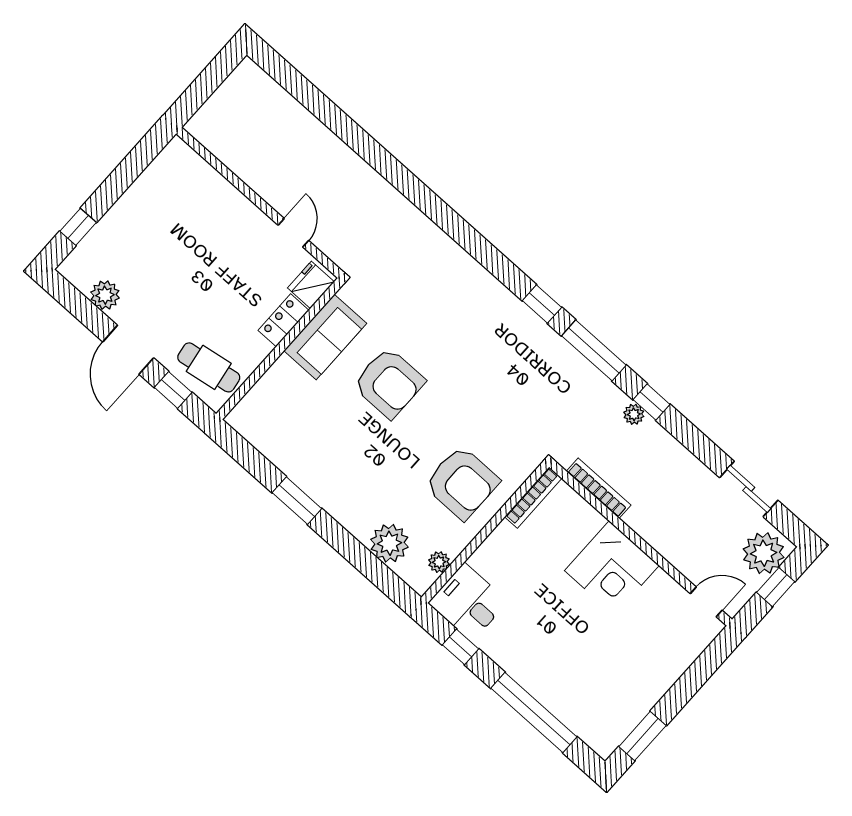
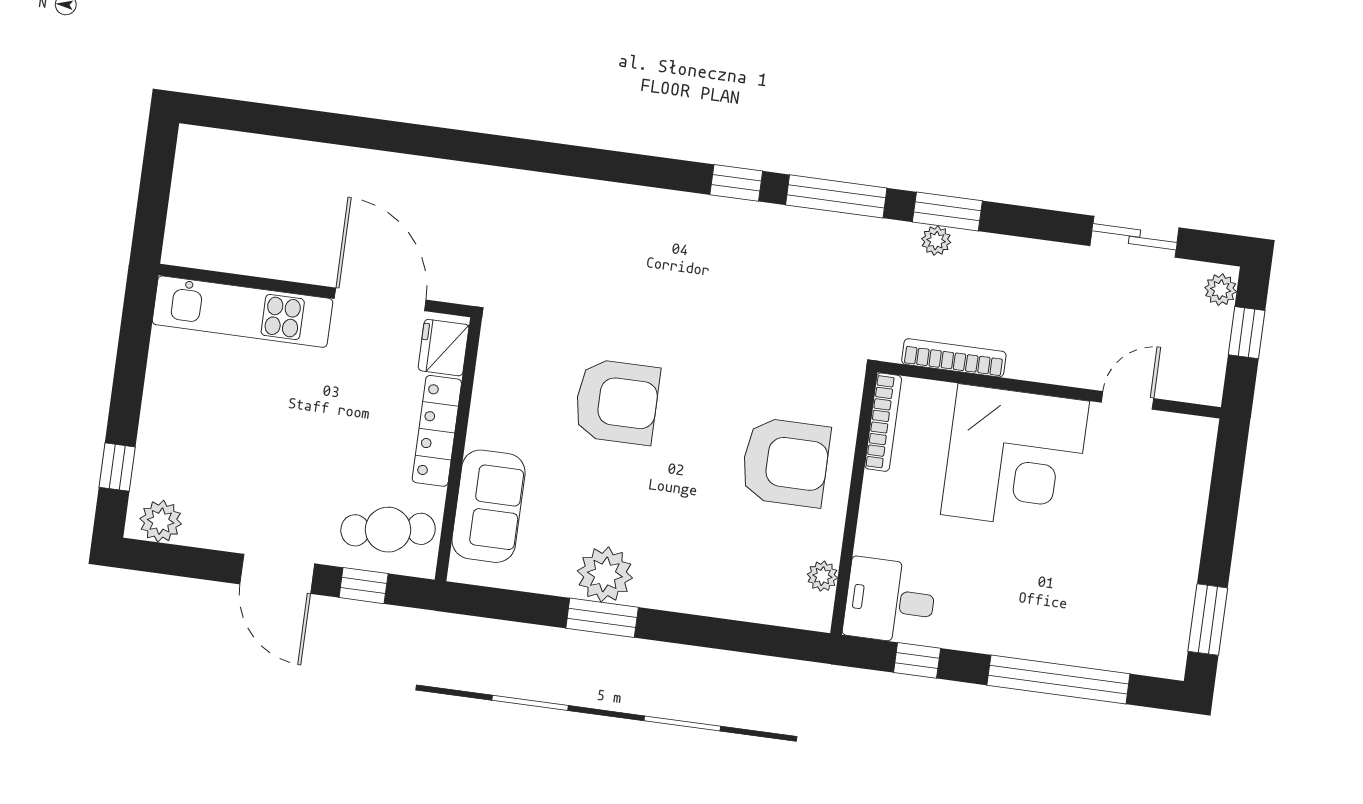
kitchen unit: (210, 187) -> (243, 312), added
door: (293, 233) -> (380, 299), width x1.88
plant: (105, 295) -> (161, 521), moved
locker: (283, 320) -> (437, 431), width x1.53
sofa: (325, 337) -> (488, 506), moved
window: (652, 402) -> (947, 211), width x1.50
plant: (389, 543) -> (605, 574), moved
plant: (764, 553) -> (1221, 290), width x0.53, depth x0.53
corner desk: (612, 568) -> (1015, 458), width x1.36, depth x1.36
door: (706, 602) -> (1128, 400), moved

